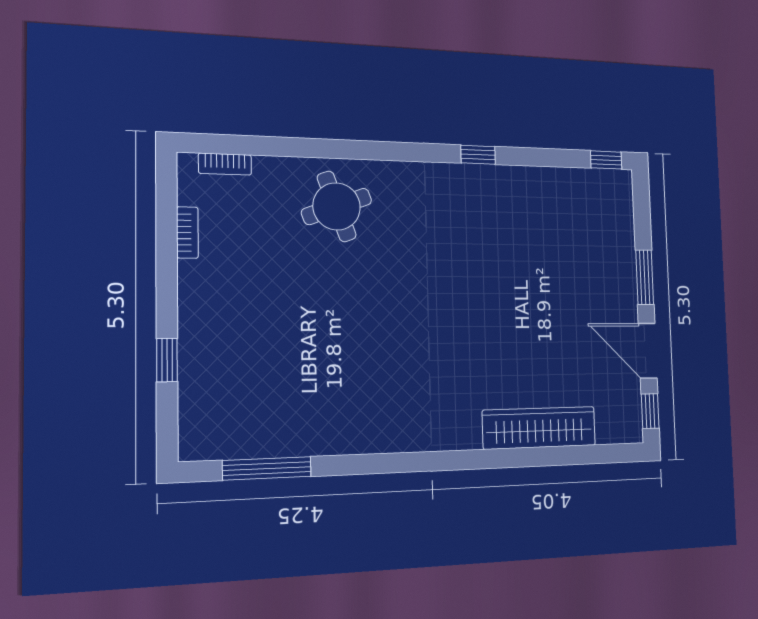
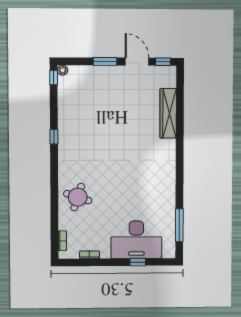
plant: (622, 181) -> (63, 70), added
round table: (337, 206) -> (78, 197), turned 38
door: (648, 351) -> (137, 62), swing flipped
desk: (228, 355) -> (136, 240), added

